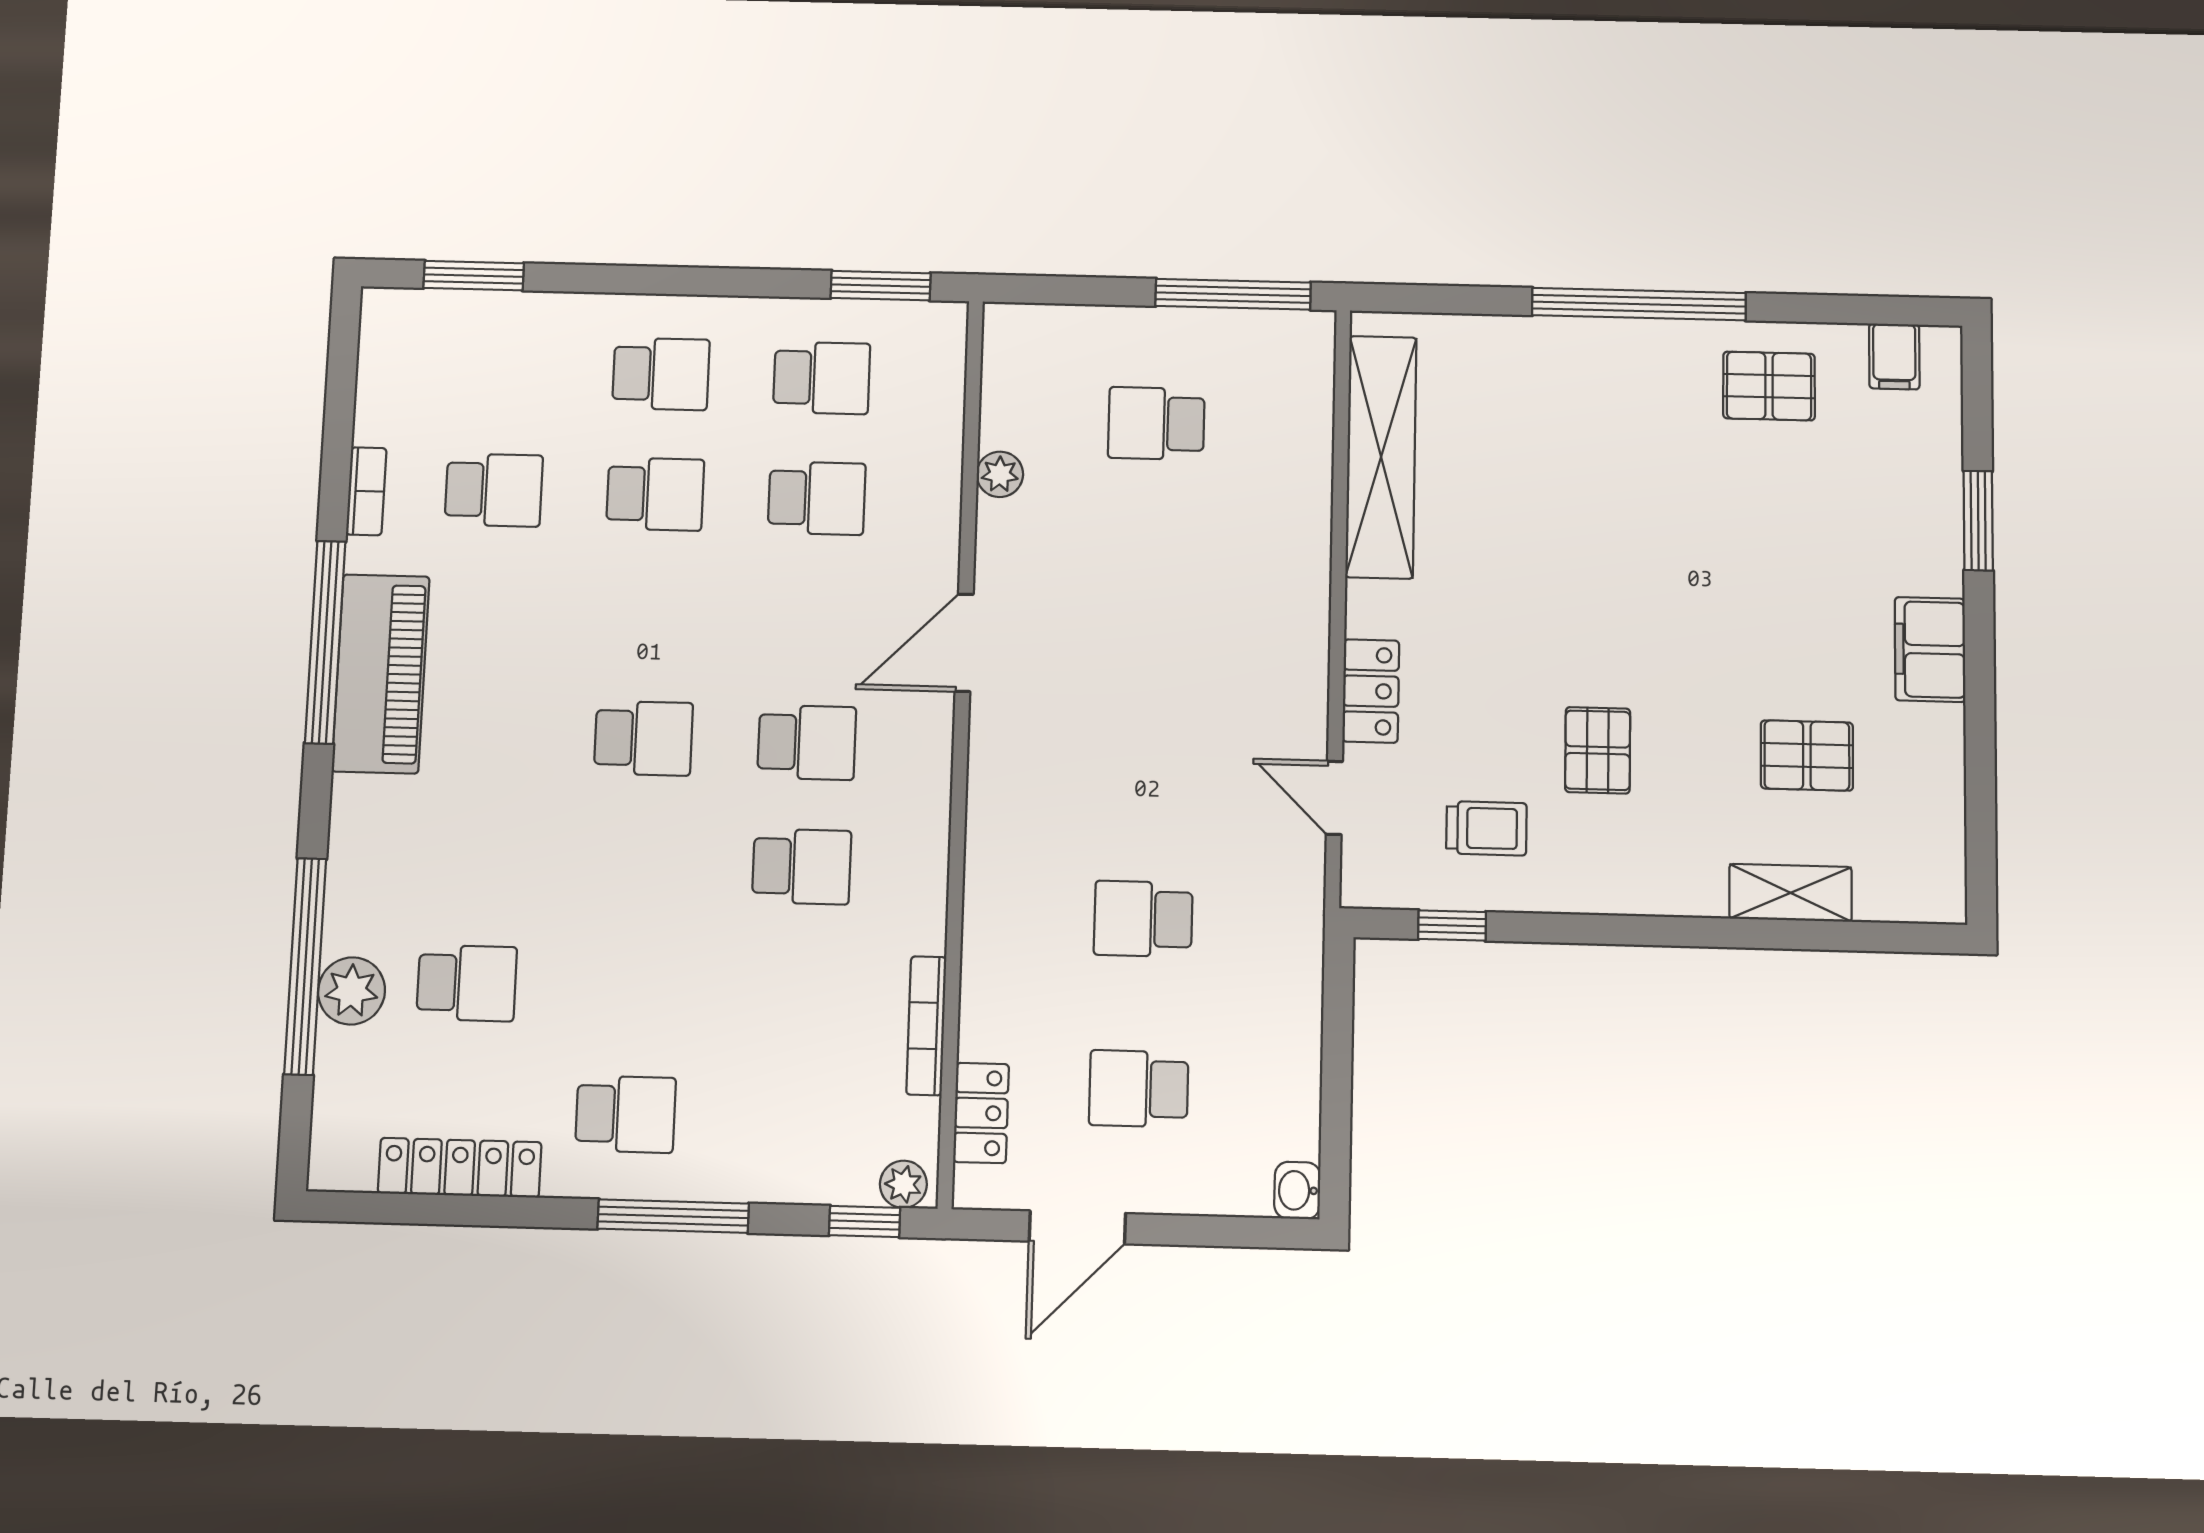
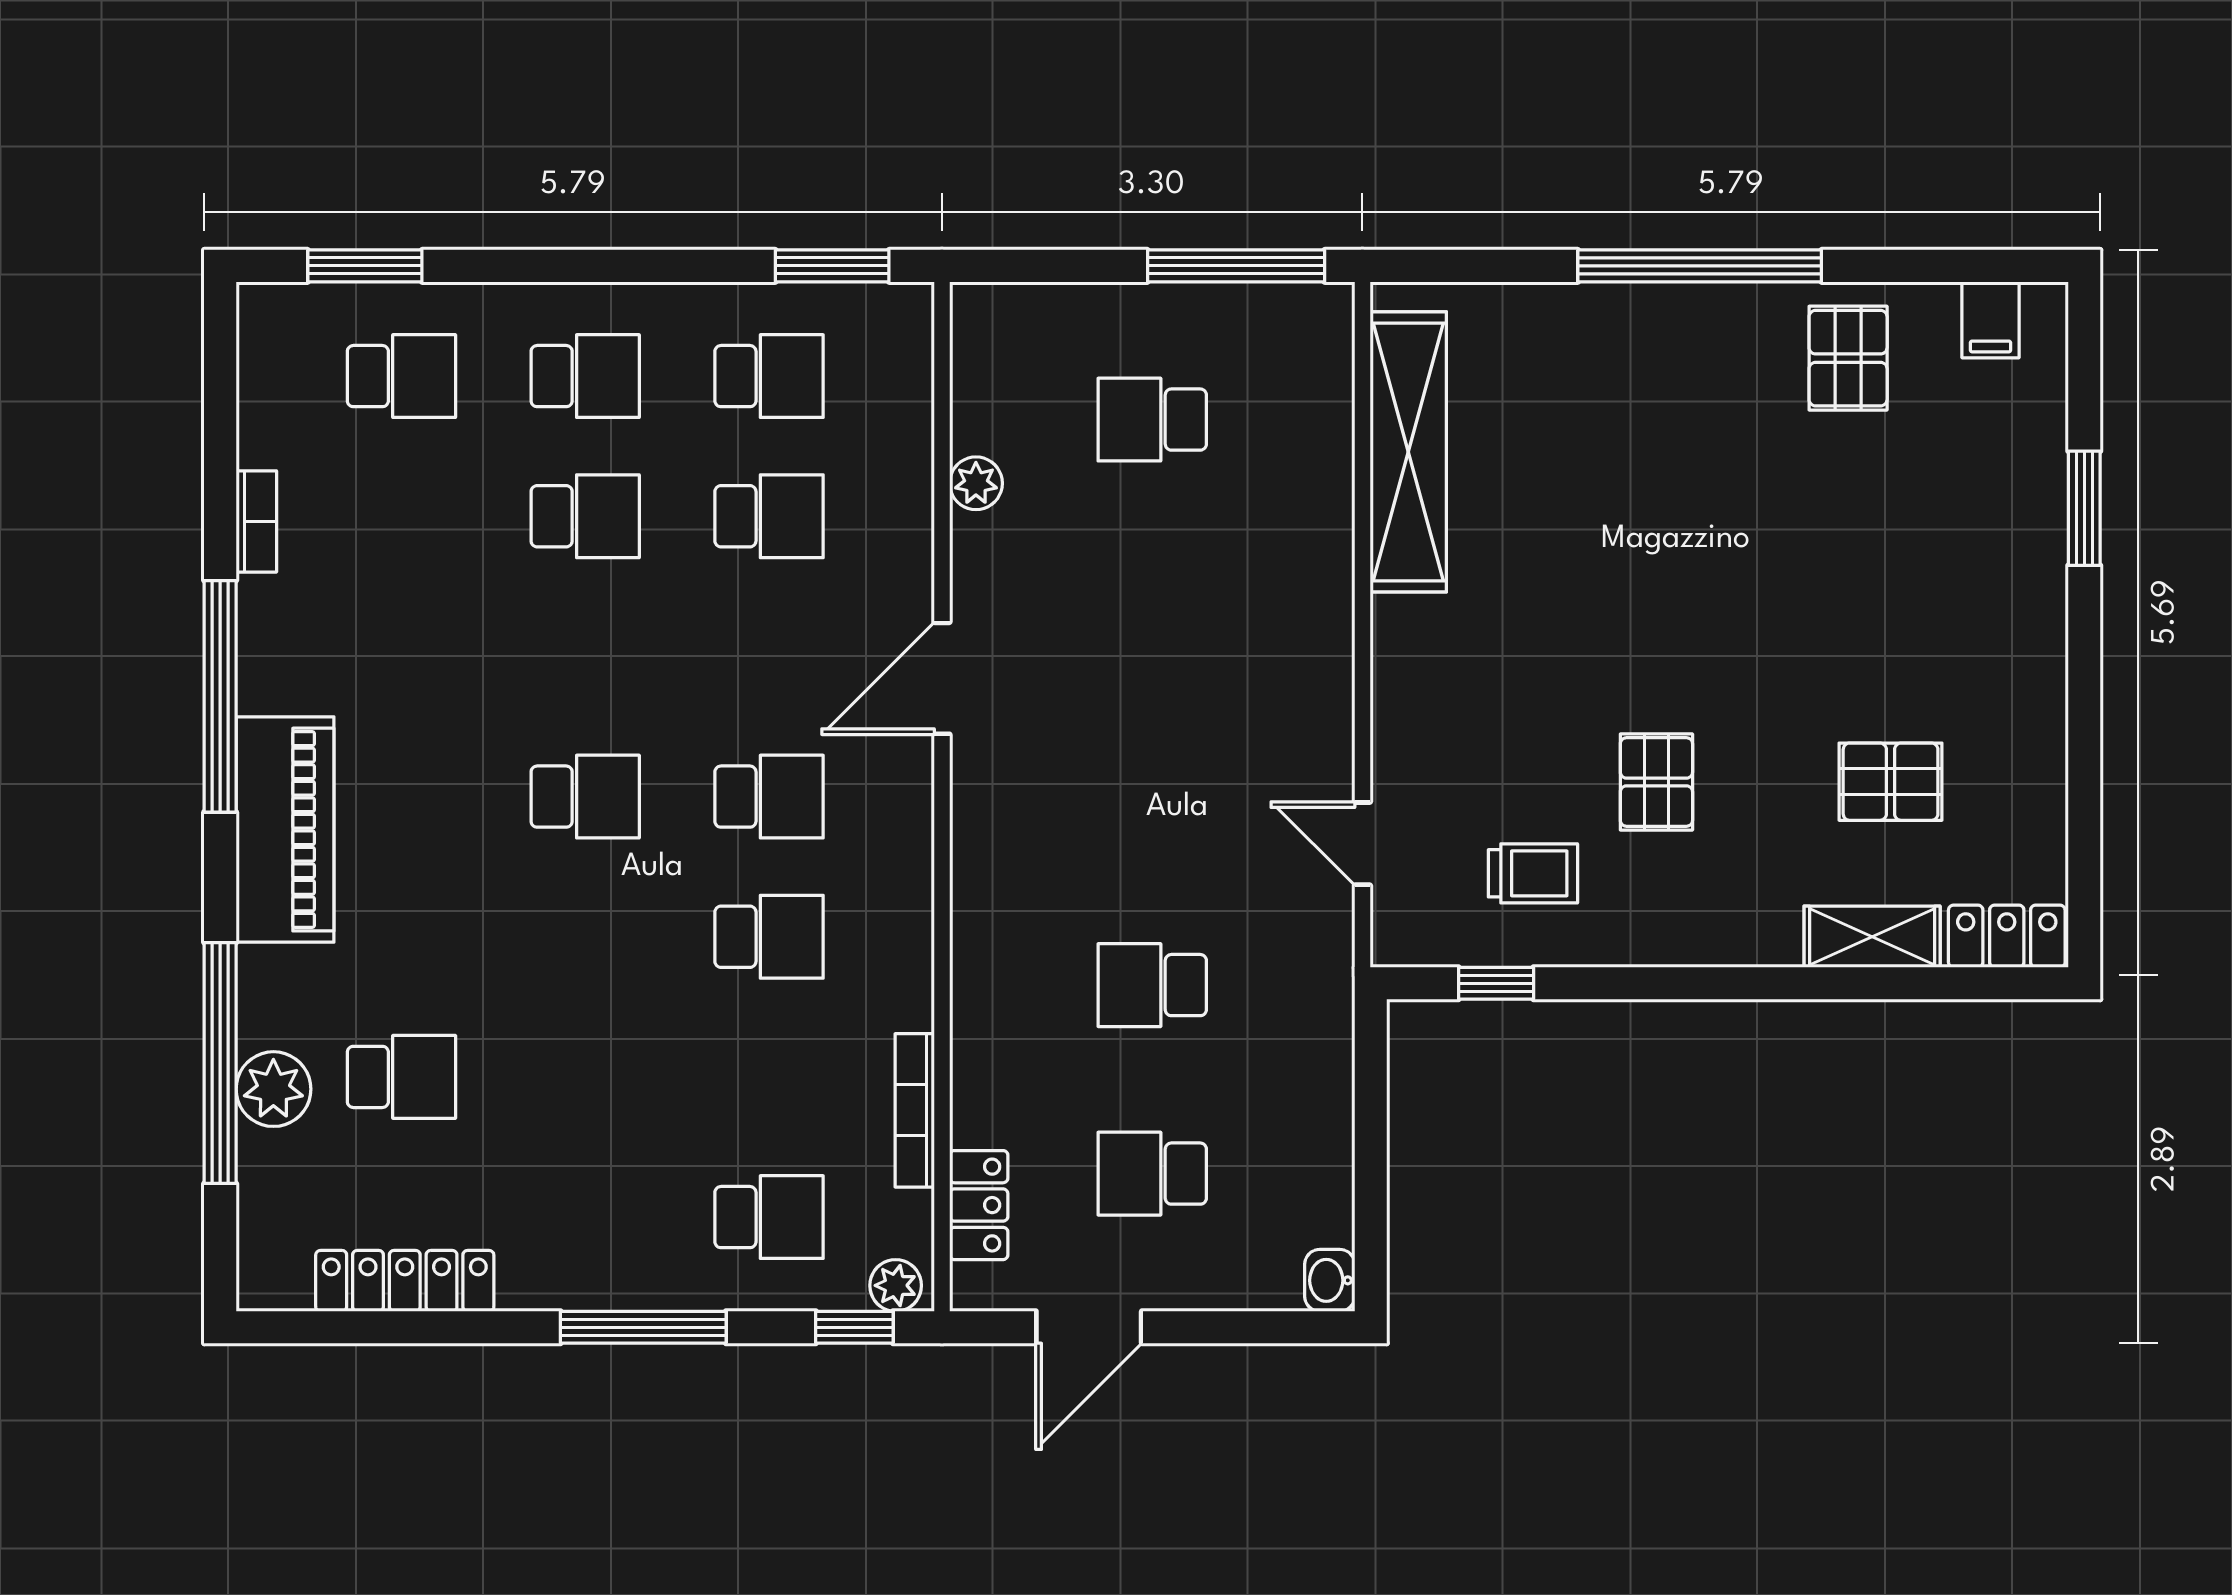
pallet: (1769, 386) -> (1848, 358), turned 90
school desk: (494, 490) -> (401, 376), moved
filing cabinet: (1930, 649) -> (2029, 658), removed
piano: (381, 674) -> (285, 830), moved
locker: (1371, 691) -> (2007, 936), moved, turned -90
school desk: (625, 1114) -> (769, 1217), moved

